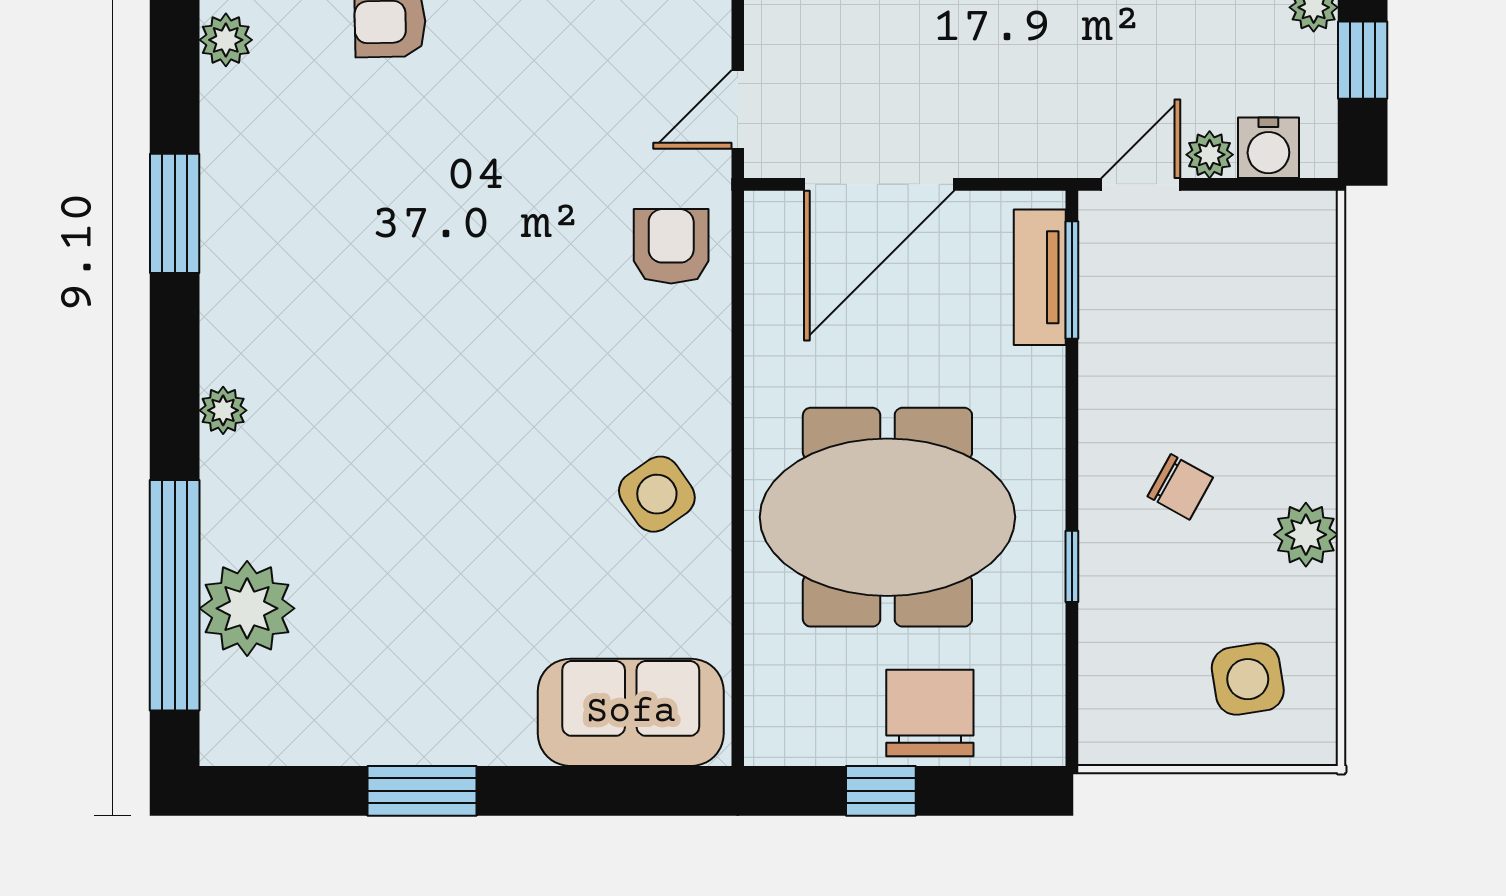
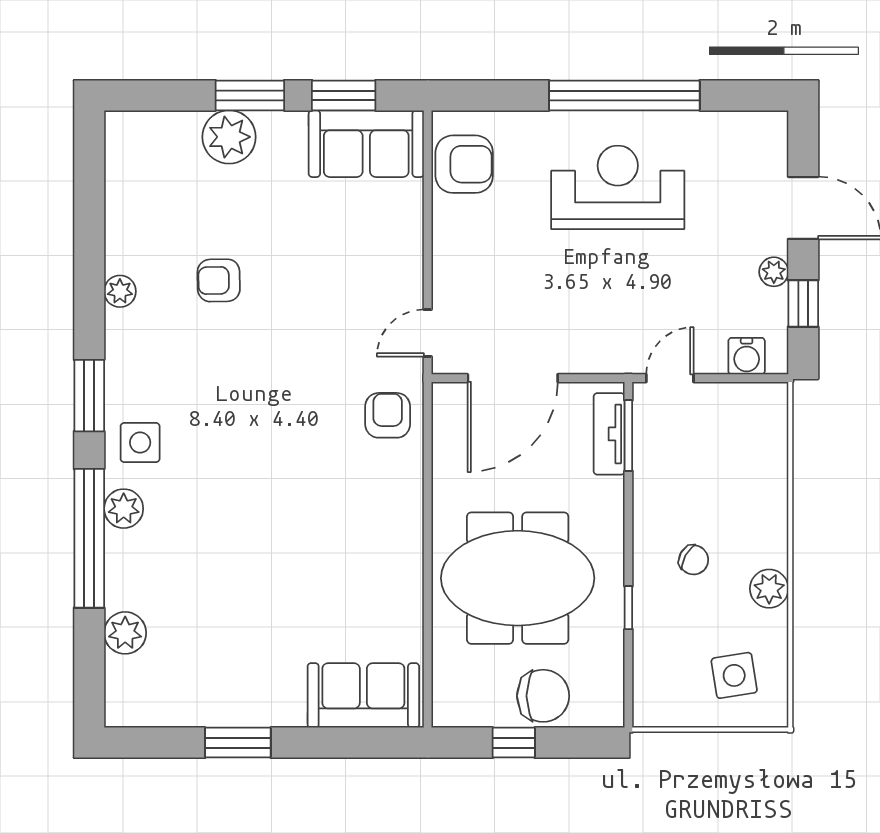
plant: (1210, 155) -> (711, 360), removed
plant: (223, 410) -> (124, 509), width x1.38, depth x1.38
side table: (657, 494) -> (140, 443), moved, turned 35
window: (175, 595) -> (89, 538), moved
plant: (247, 608) -> (125, 633), width x0.73, depth x0.73
chair: (930, 713) -> (543, 696), turned 90

